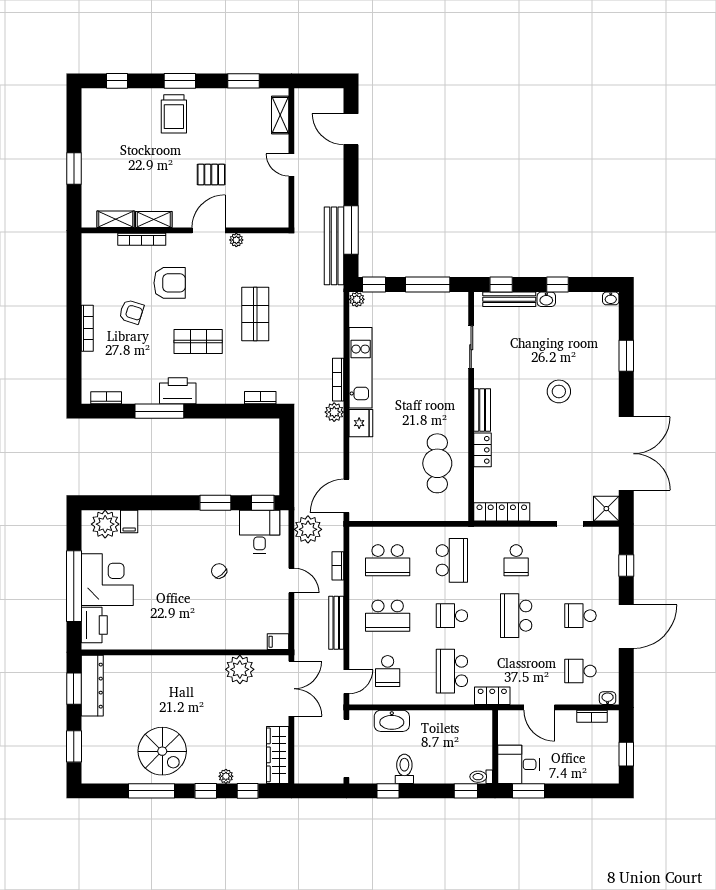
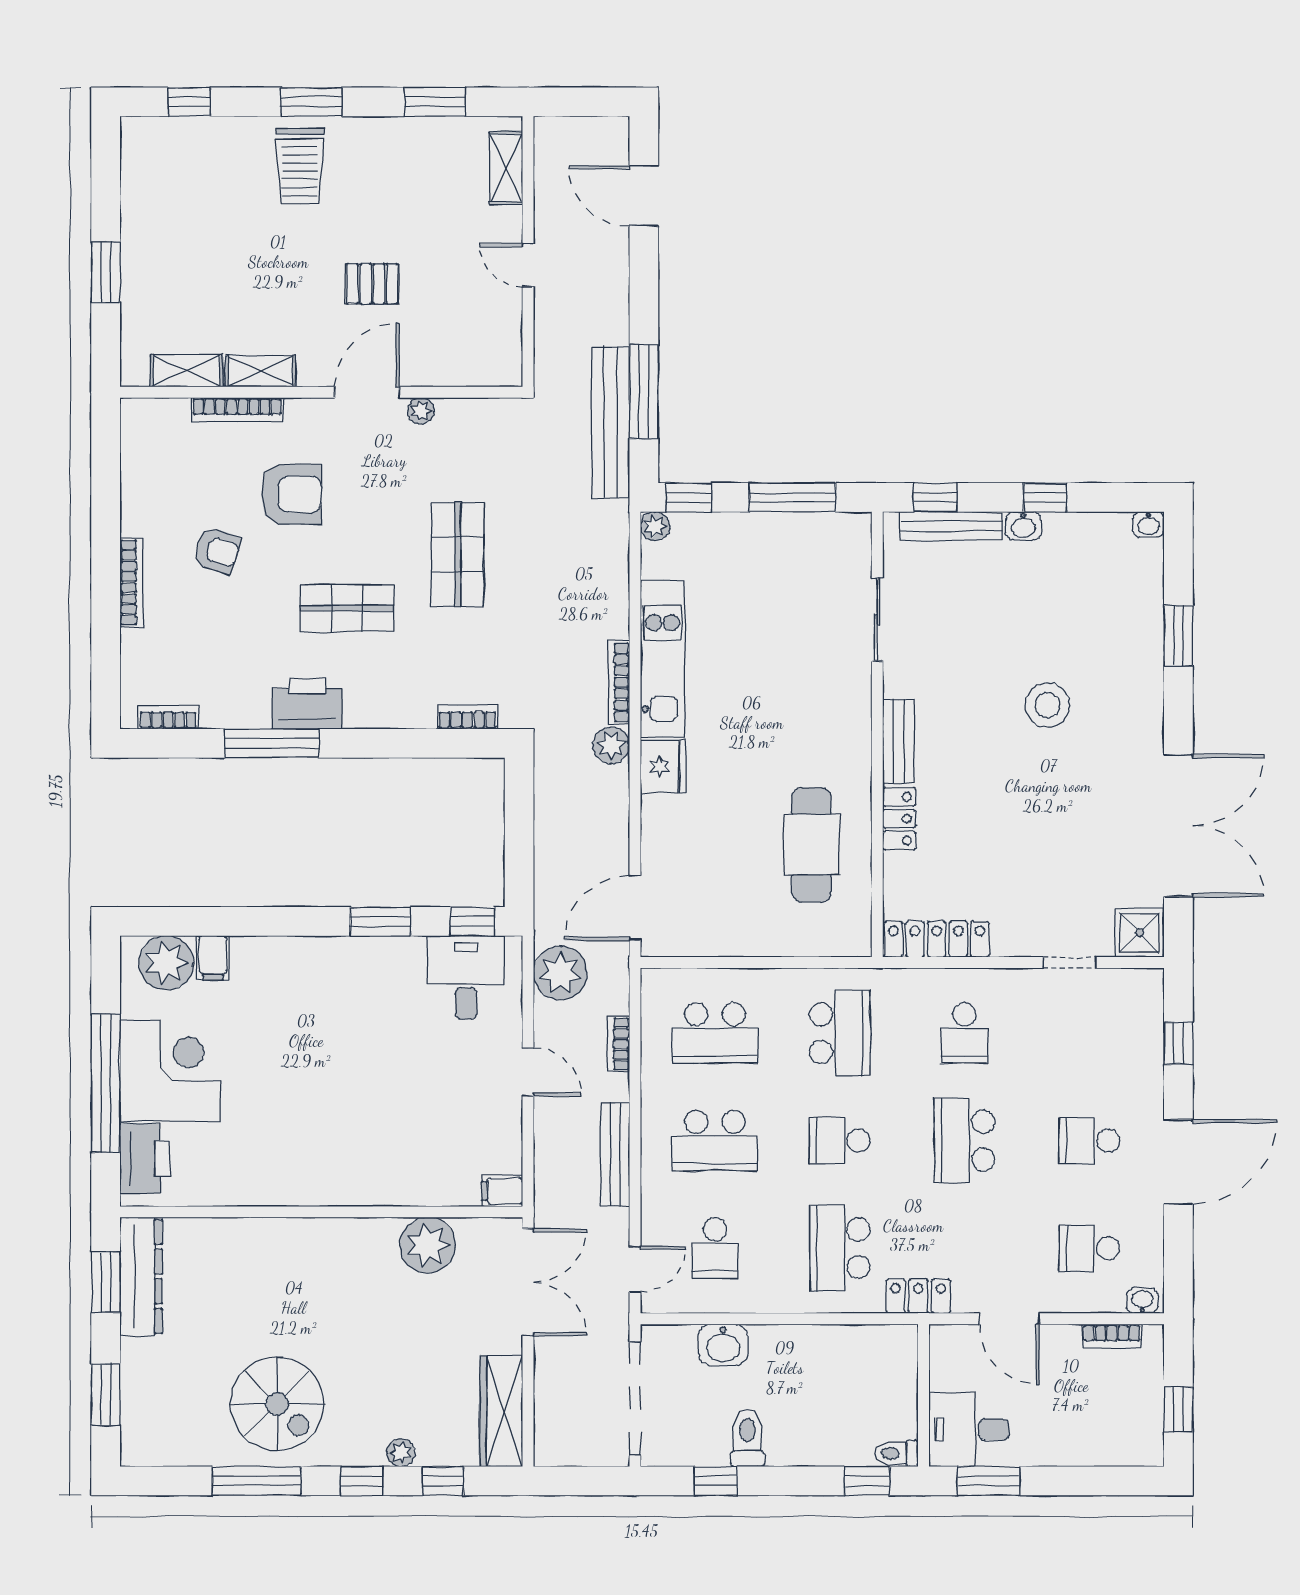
chair: (219, 571) -> (387, 1054), removed
washbasin: (392, 721) -> (723, 1345), width x0.72

